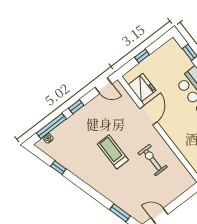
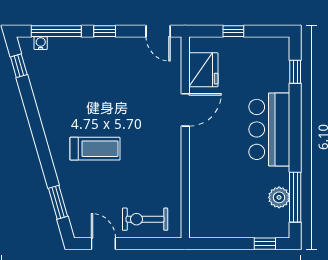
treadmill: (113, 152) -> (95, 149), moved, turned 90
exercise bike: (153, 160) -> (145, 219), moved, turned -90
window: (58, 168) -> (19, 66), moved

